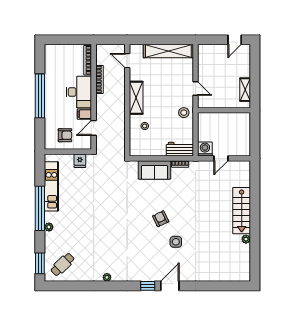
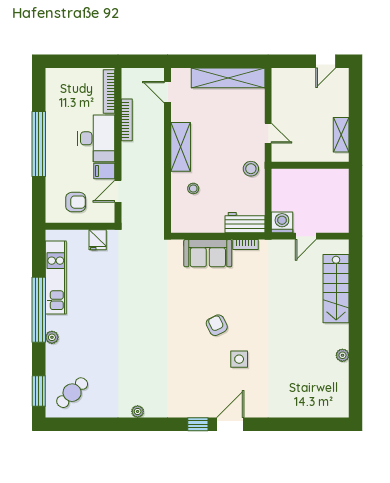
stairs: (242, 211) -> (336, 289), moved

